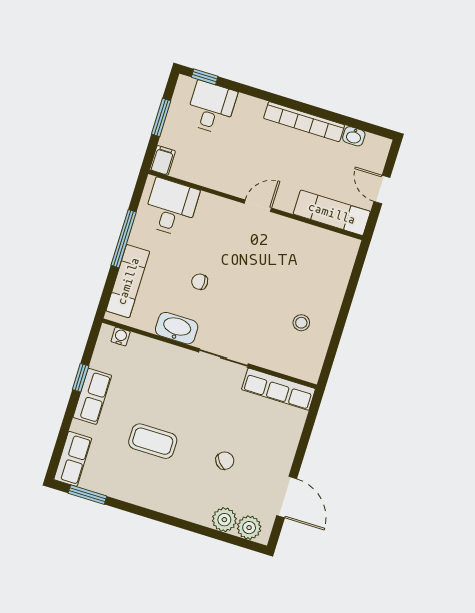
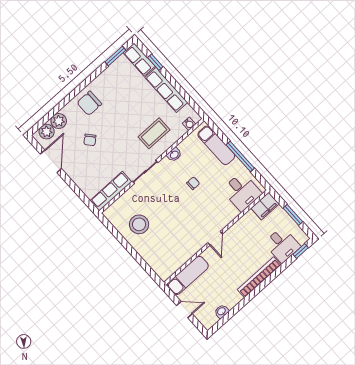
bookcase: (304, 122) -> (259, 277), moved
filing cabinet: (163, 160) -> (265, 206), width x2.00
stool: (301, 323) -> (139, 224), width x1.89, depth x1.89
washbasin: (177, 328) -> (174, 155), width x0.52, depth x0.69
window: (81, 378) -> (155, 62), moved
row of seats: (92, 396) -> (166, 90), width x1.48
coffee table: (153, 441) -> (154, 133), moved
chair: (175, 492) -> (89, 103), added
door: (287, 497) -> (51, 161), swing flipped

